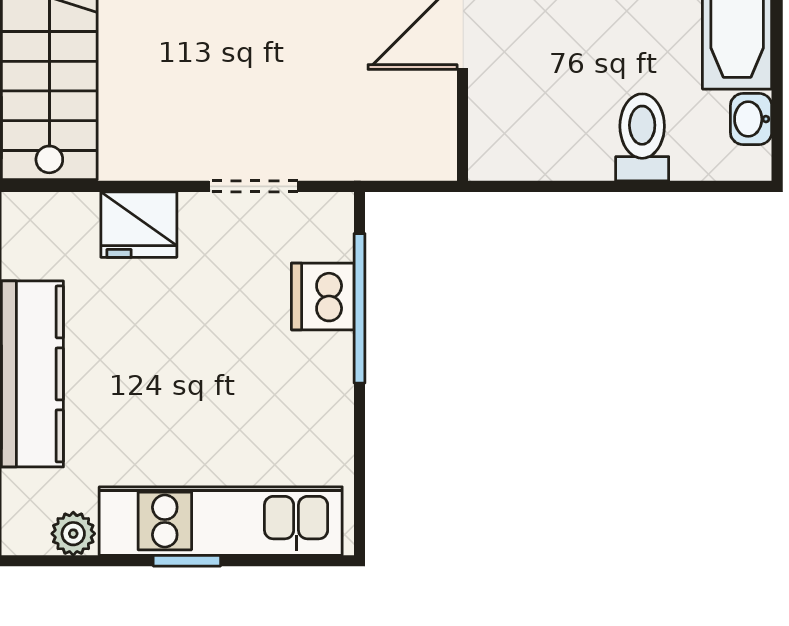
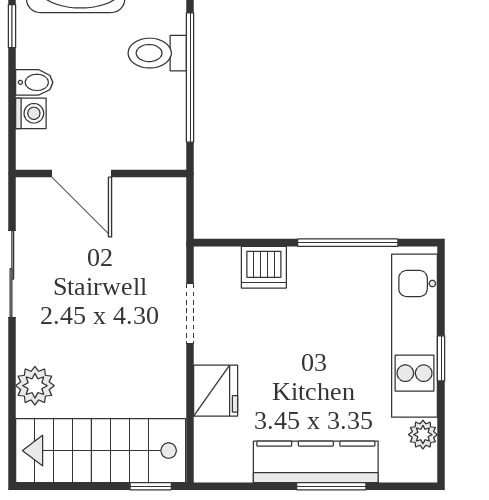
window: (606, 186) -> (190, 77), added
window: (359, 308) -> (348, 243), moved

